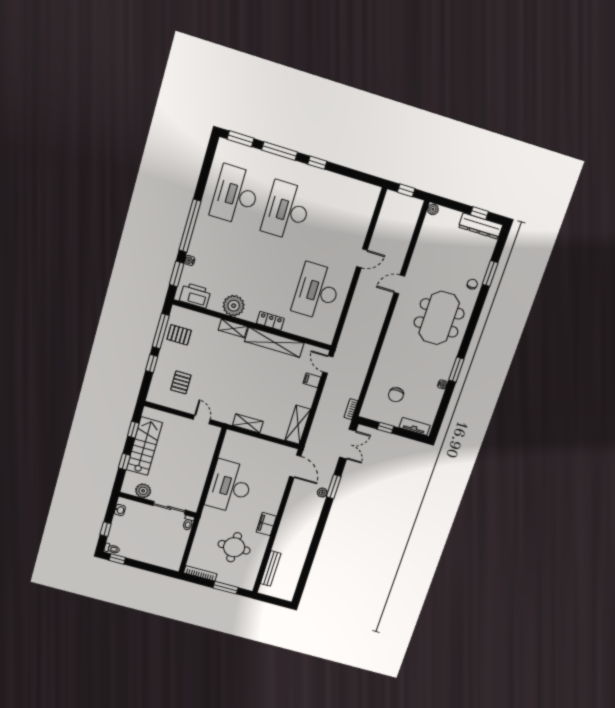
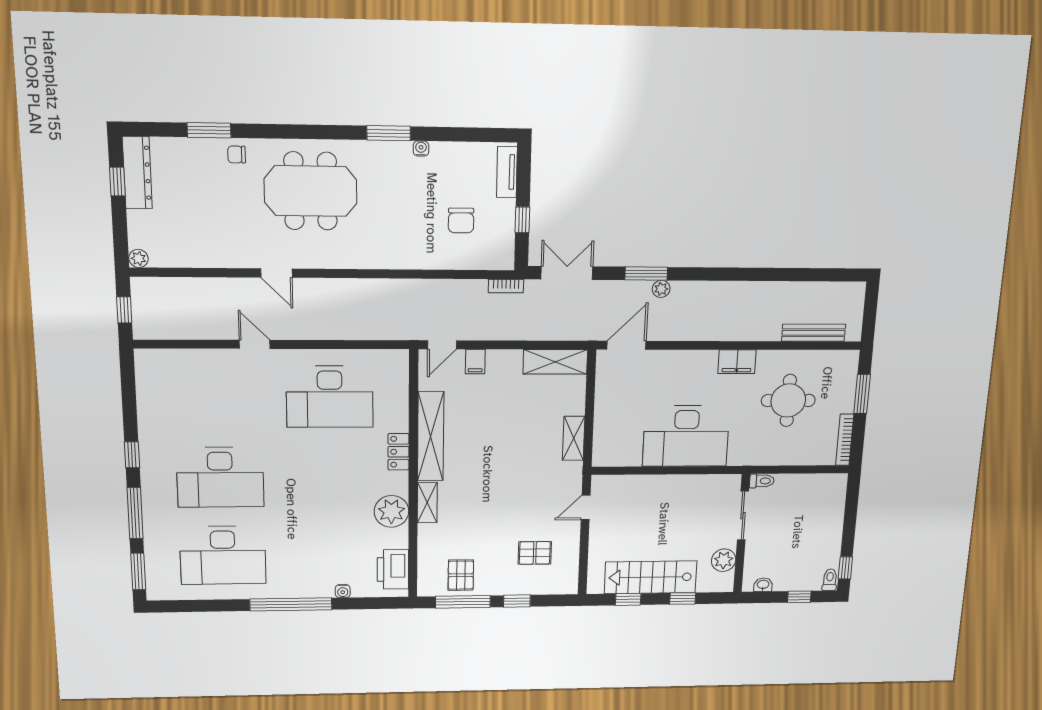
window: (177, 274) -> (369, 603), removed
chair: (396, 395) -> (461, 221), turned 90

